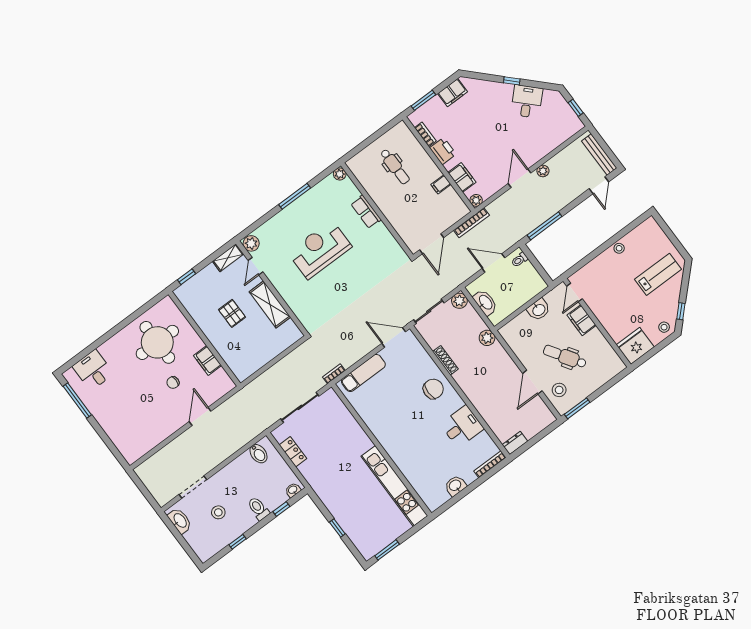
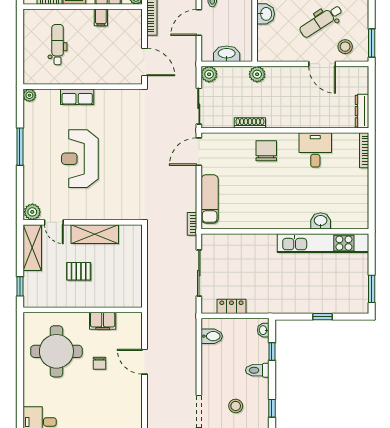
dental chair: (395, 167) -> (58, 45), turned -90
shelving: (228, 258) -> (32, 248), width x1.50, depth x1.33
dresser: (515, 443) -> (362, 111), width x1.44
washbasin: (455, 486) -> (321, 221), moved, turned 90

